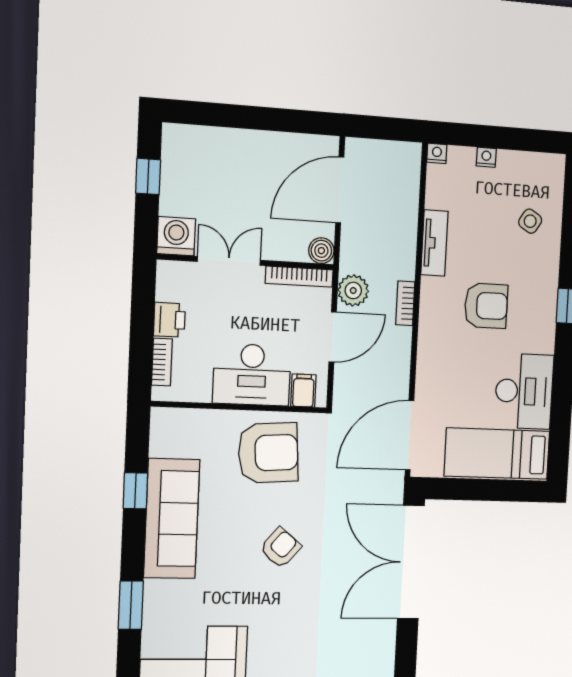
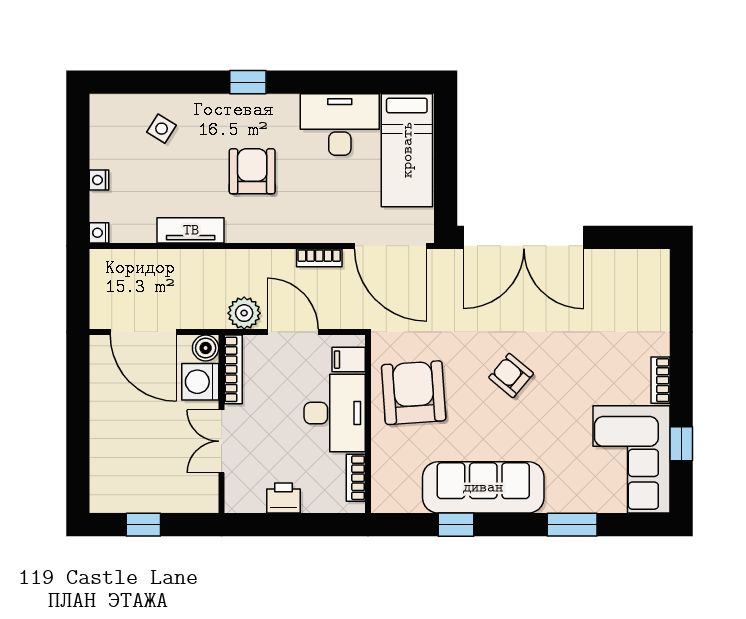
washing machine: (176, 236) -> (200, 382), moved
bookcase: (405, 303) -> (319, 258), moved
bookcase: (162, 362) -> (356, 478), moved, turned -90

